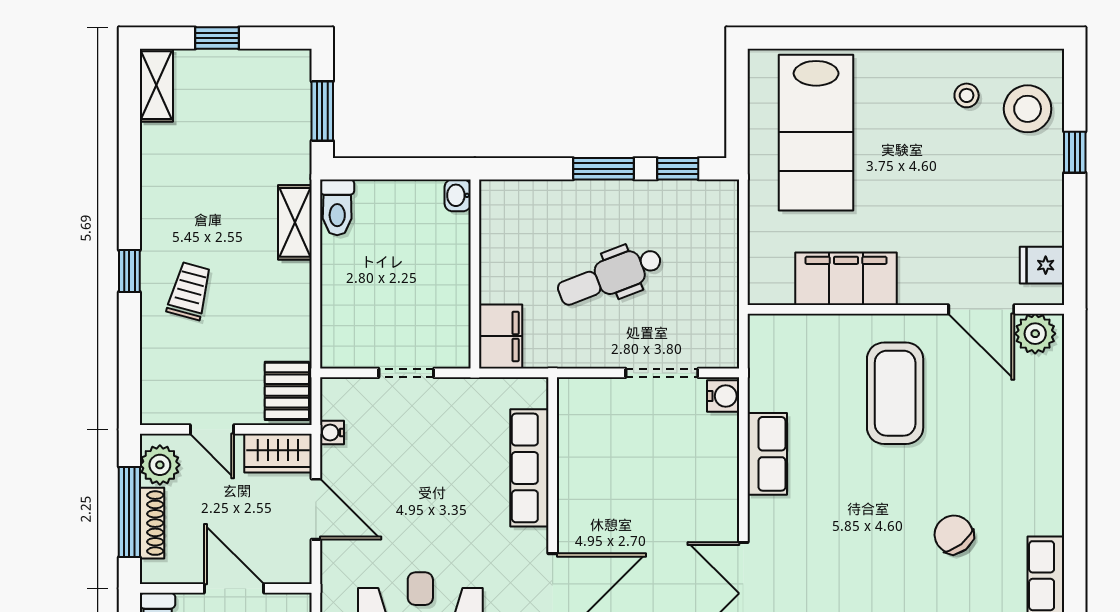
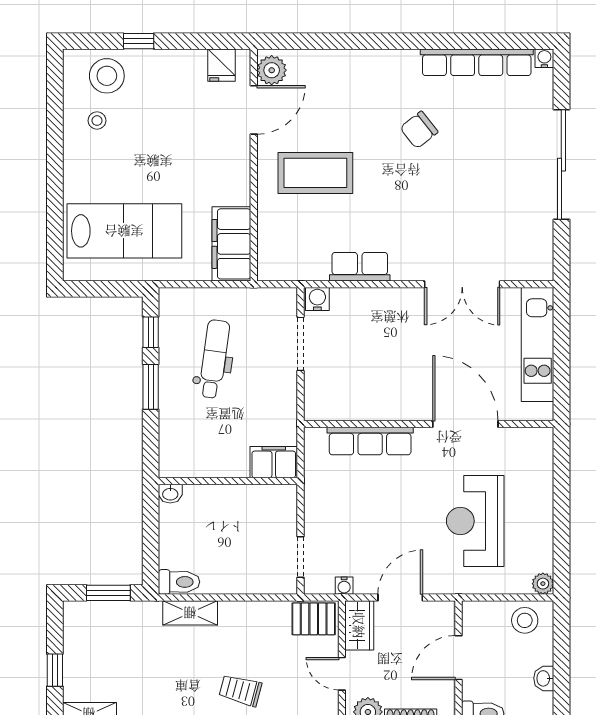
dental chair: (610, 276) -> (214, 359), moved, turned -151
filing cabinet: (846, 279) -> (231, 244), moved
doorway: (406, 373) -> (300, 557), moved
door: (212, 429) -> (342, 674), swing flipped

